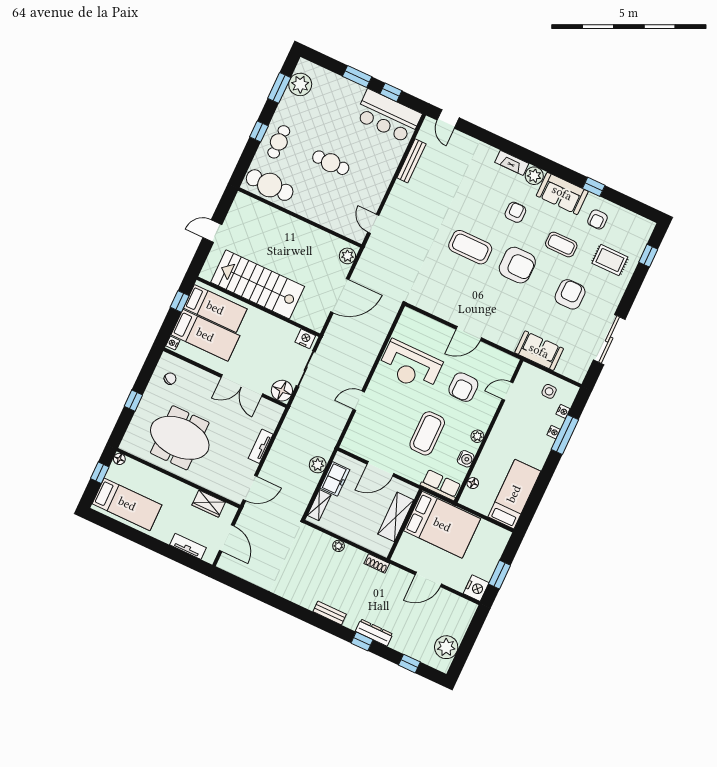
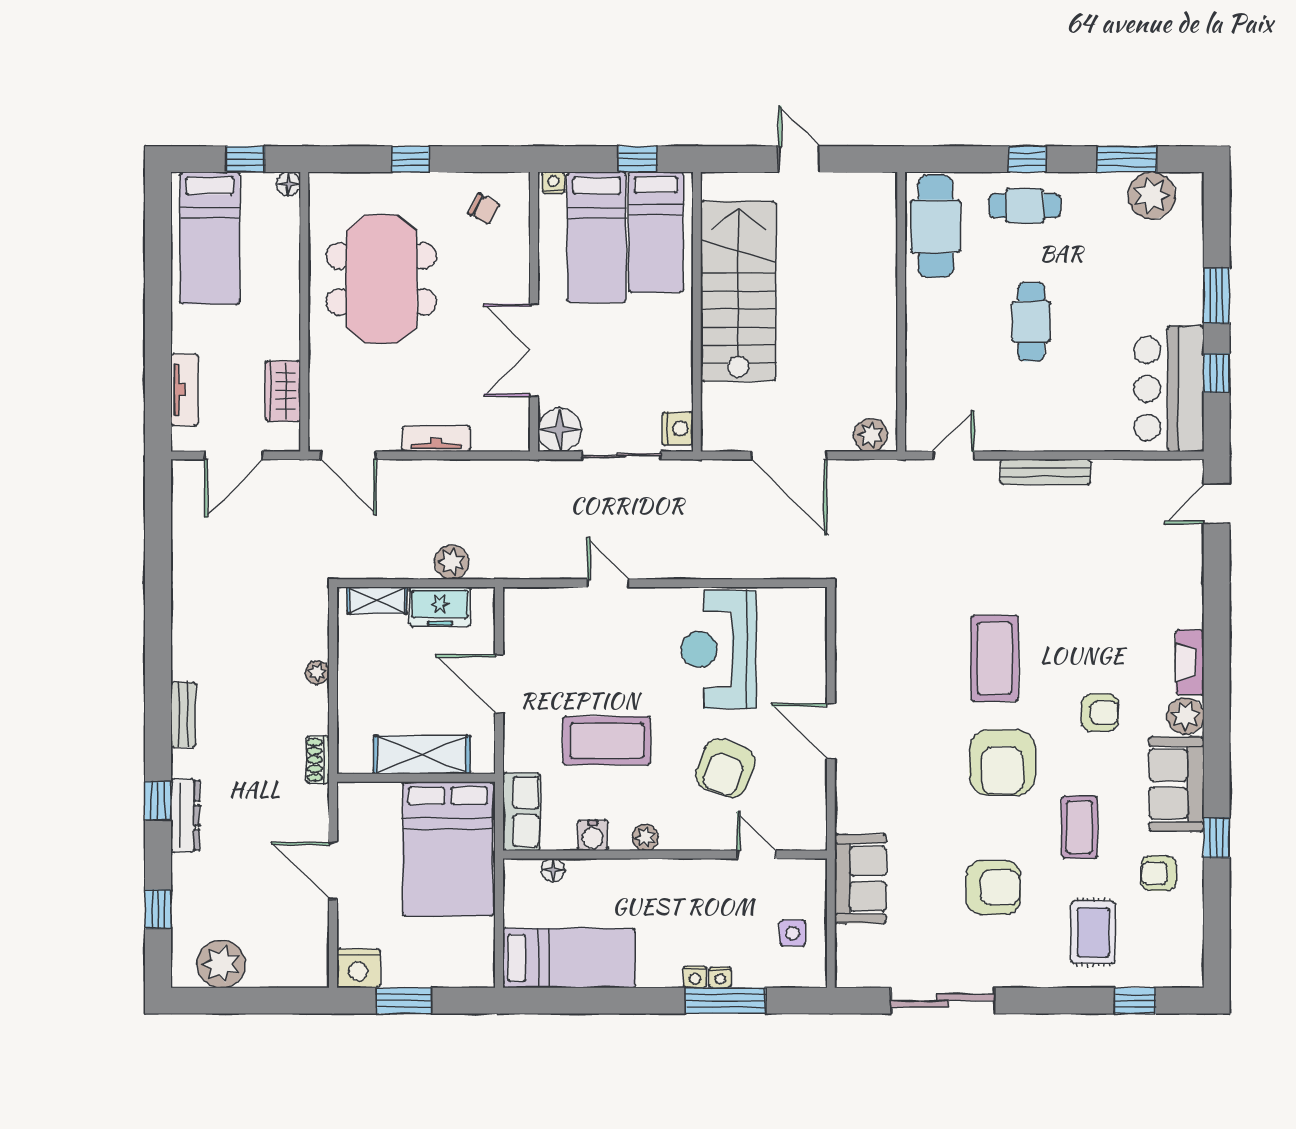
bench: (411, 161) -> (1045, 472), moved
armchair: (463, 387) -> (725, 768), turned -69
nightstand: (563, 411) -> (695, 977), moved

